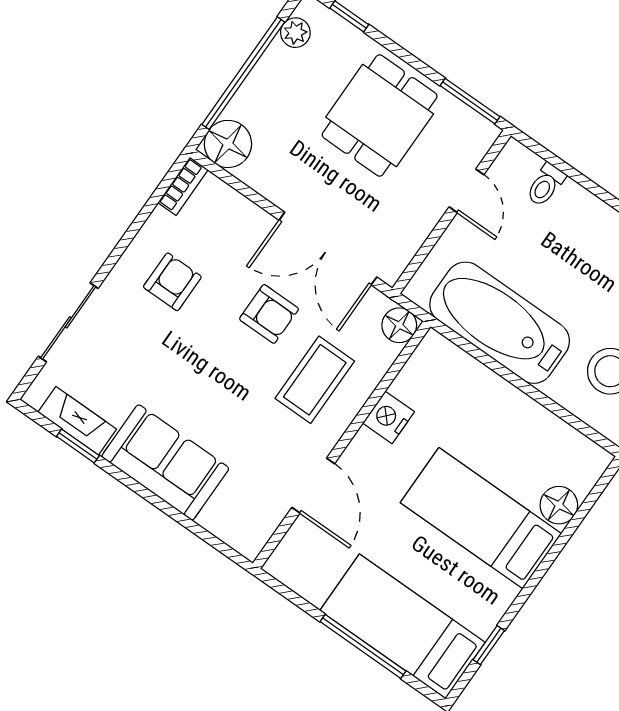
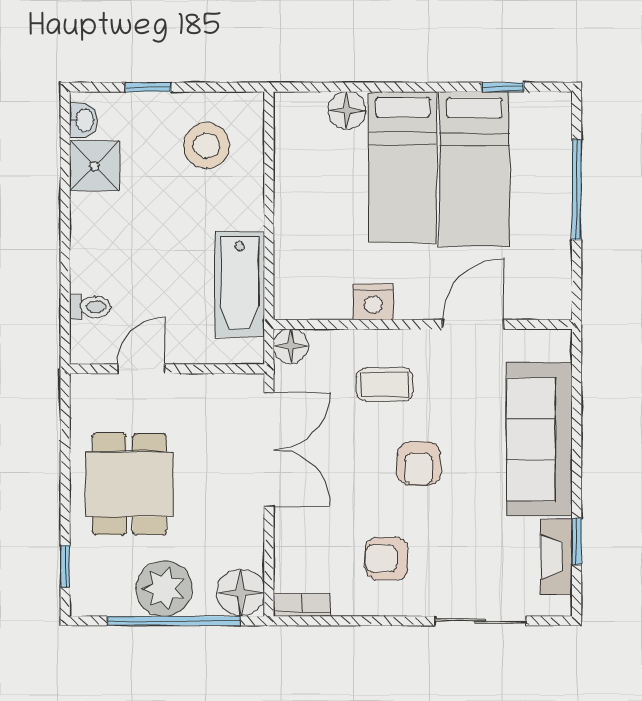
plant: (295, 33) -> (164, 588), moved, width x1.87, depth x1.87
window: (470, 101) -> (65, 418), removed
dining table: (380, 115) -> (129, 484), turned 90
armchair: (269, 314) -> (419, 464), moved, turned 180
bathtub: (500, 323) -> (240, 284), width x0.73, depth x0.73
coffee table: (315, 380) -> (385, 384), width x0.73, depth x0.77
sofa: (165, 462) -> (540, 439), width x1.36
bed: (403, 626) -> (474, 169), moved

